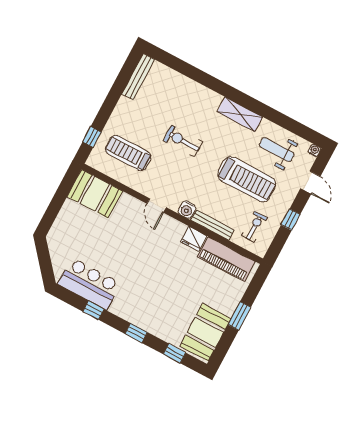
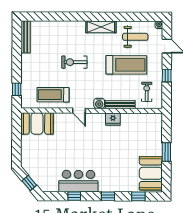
weight bench: (277, 150) -> (135, 37), turned 180
treadmill: (128, 153) -> (53, 95), moved
piano: (226, 259) -> (140, 121), removed
window: (45, 264) -> (29, 183), added
bar counter: (89, 284) -> (78, 181), moved

